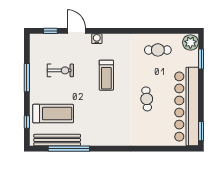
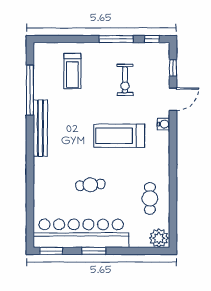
window: (201, 59) -> (94, 251), moved
treadmill: (106, 75) -> (119, 136), width x1.37, depth x1.38
treadmill: (53, 114) -> (72, 71), width x0.73, depth x0.73
window: (27, 122) -> (152, 39), moved
bench: (57, 140) -> (40, 128), moved

